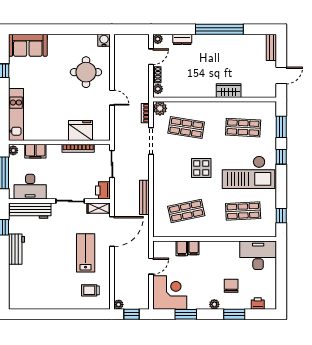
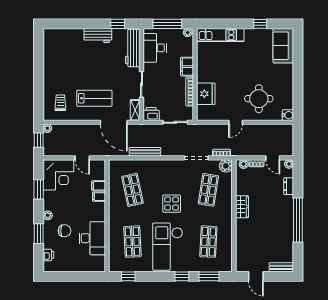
wardrobe: (229, 91) -> (242, 207), moved
filing cabinet: (35, 151) -> (187, 67), moved
desk: (258, 255) -> (92, 238), moved

